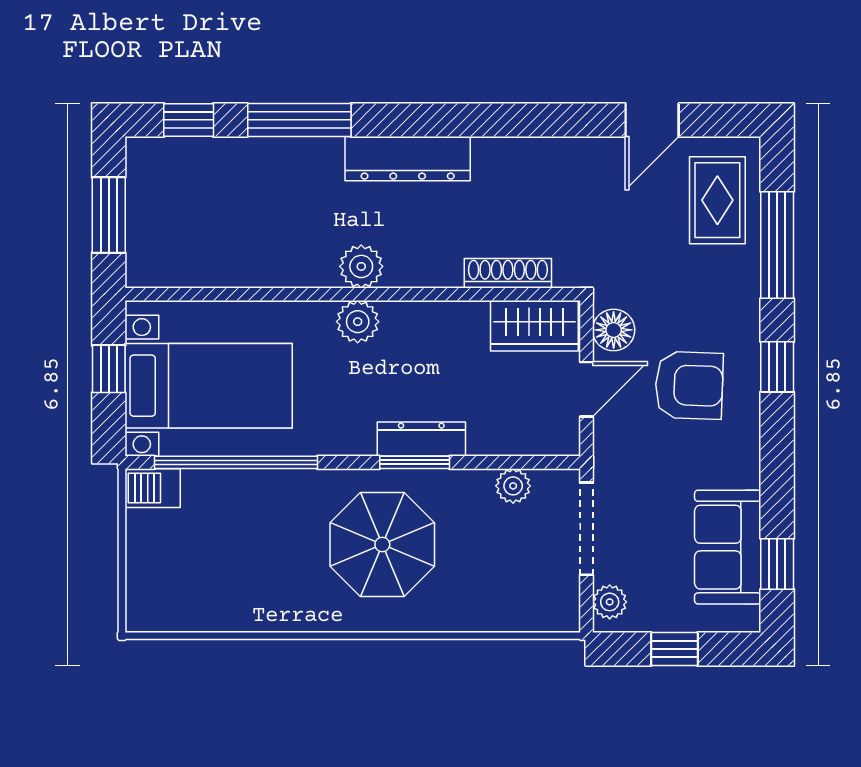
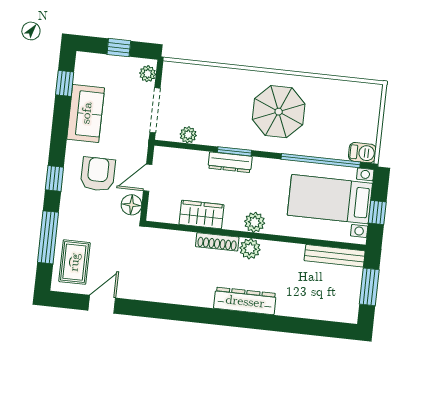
window: (189, 120) -> (326, 329), removed
window: (299, 120) -> (272, 323), removed
dresser: (408, 159) -> (245, 301), moved
bench: (186, 271) -> (335, 256), added
shoe rack: (508, 273) -> (217, 242), moved
wardrobe: (534, 326) -> (202, 215), moved
armchair: (689, 385) -> (98, 174), turned 88
parasol: (382, 544) -> (279, 112), moved
sofa: (728, 547) -> (86, 113), moved

